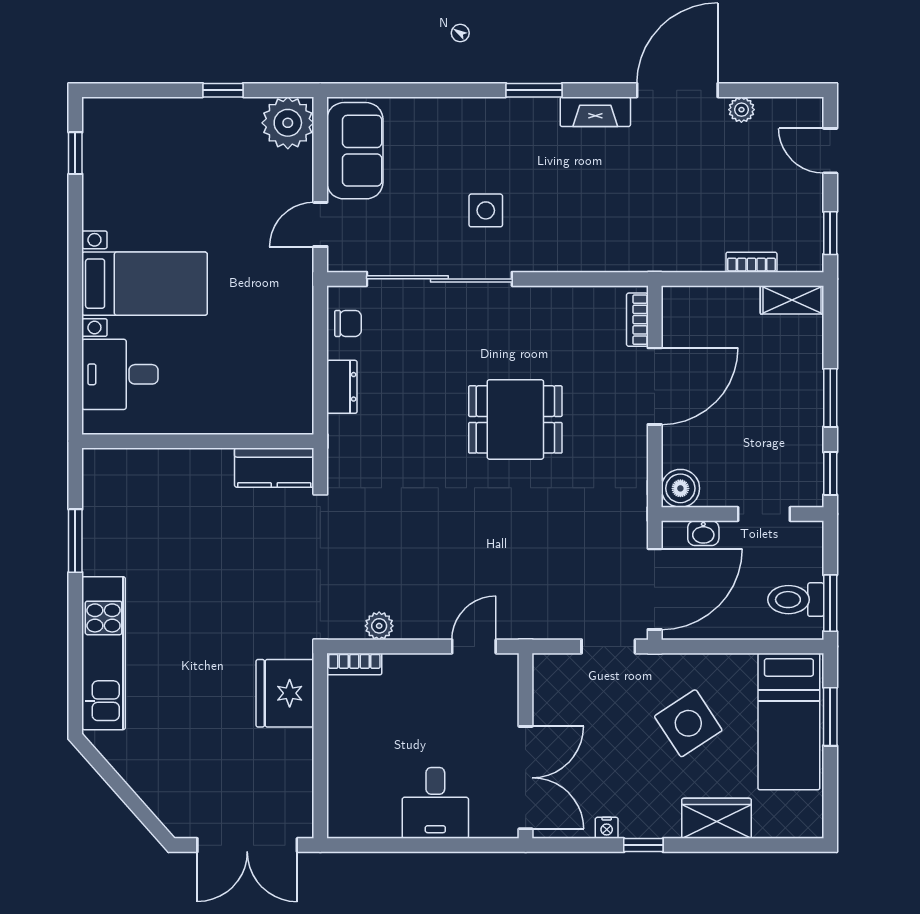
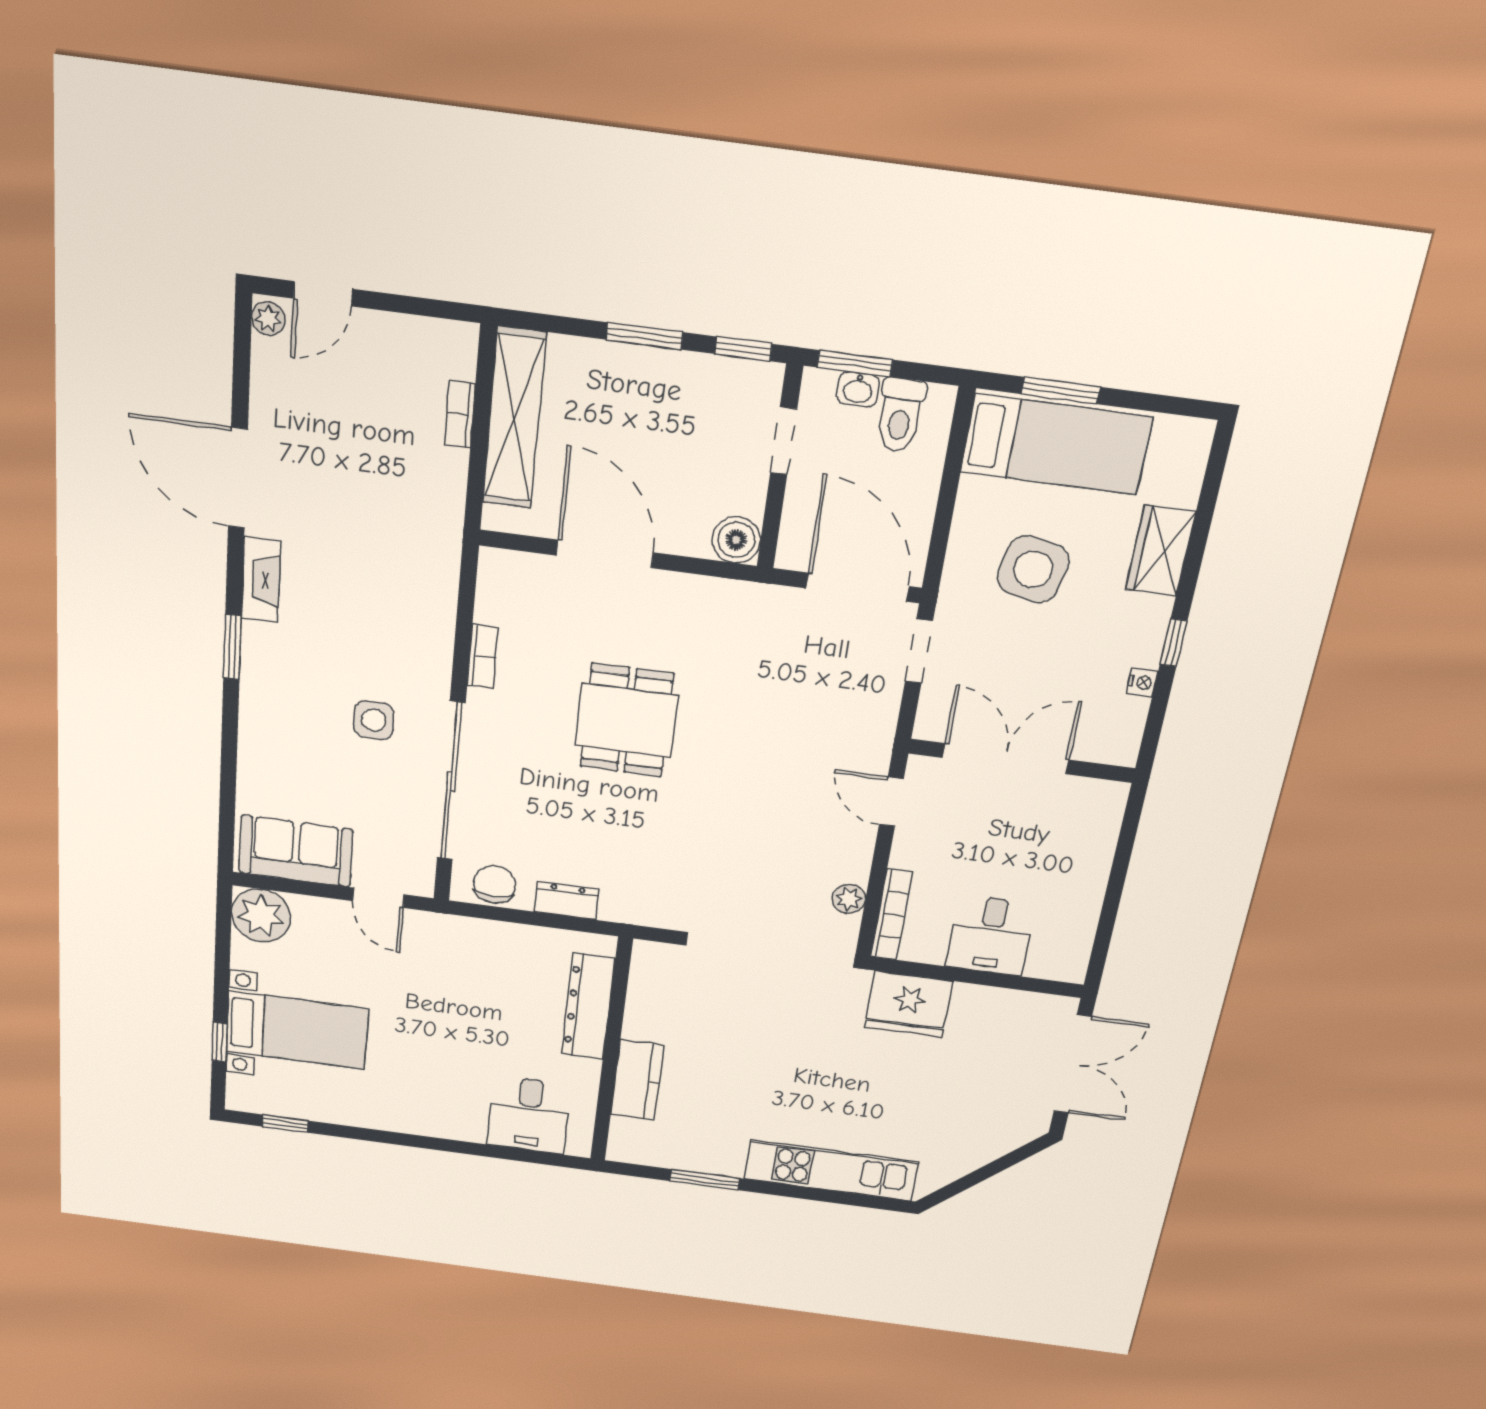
window: (223, 90) -> (220, 1042), moved
plant: (741, 110) -> (268, 319), moved
window: (830, 233) -> (430, 308), removed
bed with nightstands: (145, 284) -> (297, 1030), moved, turned 90
shelving: (792, 300) -> (514, 418), width x2.20, depth x1.33
bookcase: (637, 320) -> (483, 656), moved, turned -90
chair: (348, 323) -> (494, 885), width x1.37, depth x1.37
dresser: (240, 416) -> (588, 1007), added
kitchen counter: (274, 468) -> (637, 1080), moved
washbasin: (703, 533) -> (858, 389), moved, turned 90
window: (830, 603) -> (855, 364), moved
bookcase: (354, 664) -> (891, 914), width x1.56
side table: (688, 723) -> (1033, 569), turned 45
double door: (526, 778) -> (1006, 759), moved
desk: (435, 803) -> (991, 935), moved, turned 90

